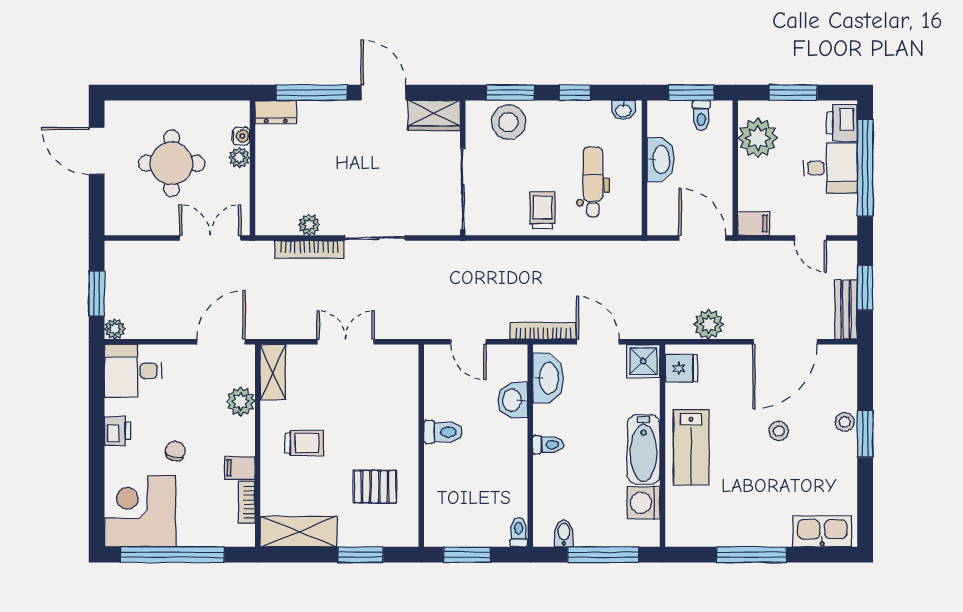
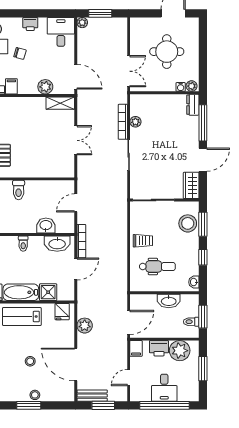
printer: (842, 123) -> (159, 348), moved, turned 180
plant: (239, 158) -> (192, 86), moved
shower: (643, 361) -> (48, 292), moved
toilet: (443, 432) -> (19, 190), moved
trolley: (304, 443) -> (24, 119), removed

